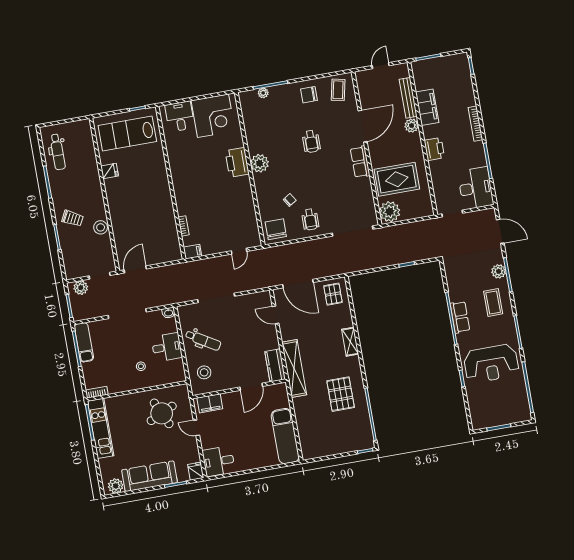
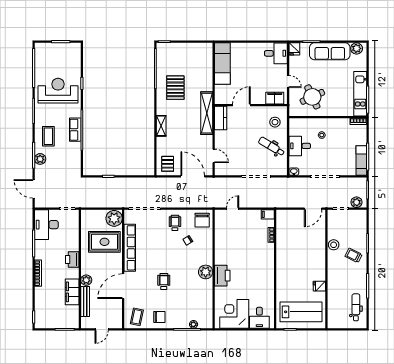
row of seats: (360, 162) -> (130, 248), width x2.02

